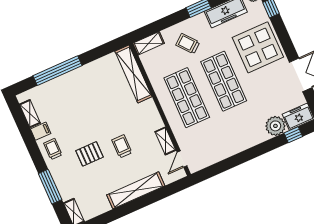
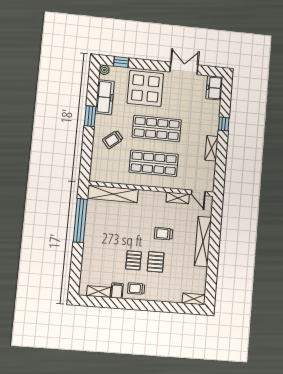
shelving: (149, 43) -> (211, 148), moved
window: (58, 71) -> (80, 221), moved
plant: (275, 126) -> (212, 109), removed
pallet: (79, 131) -> (134, 260), added
window: (293, 135) -> (224, 124), moved
window: (50, 187) -> (164, 307), removed

